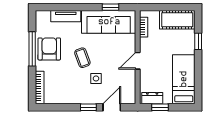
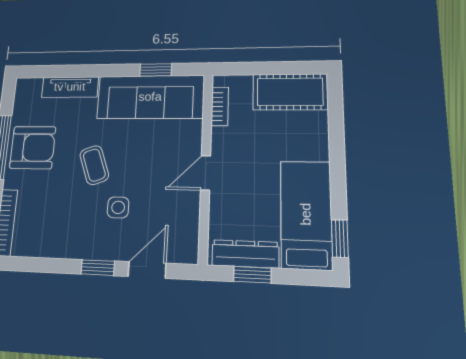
window: (198, 41) -> (340, 239), moved
armchair: (49, 49) -> (33, 148), turned 90
dresser: (152, 98) -> (245, 254), width x1.44

